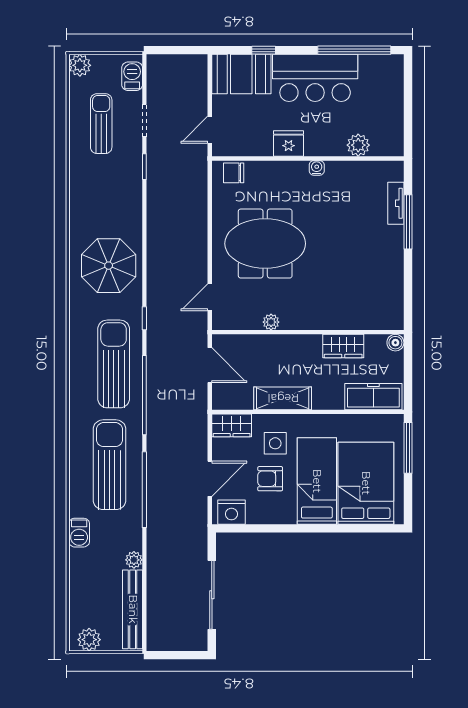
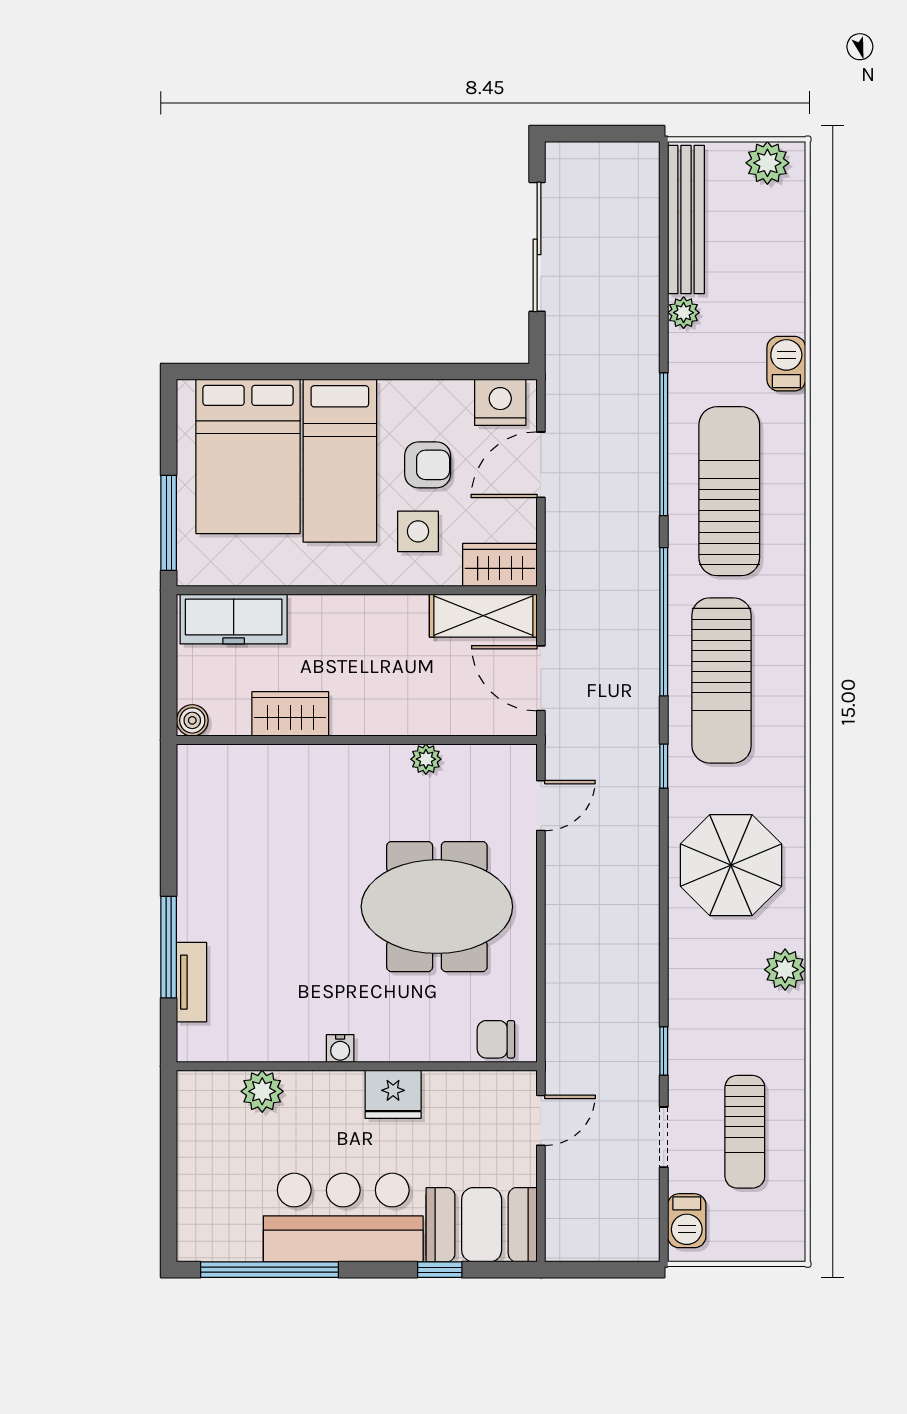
plant: (80, 65) -> (785, 970), moved
chair: (234, 173) -> (496, 1039), turned 180
shelving: (283, 398) -> (483, 616), moved
sun lounger: (110, 465) -> (729, 491), turned 180

